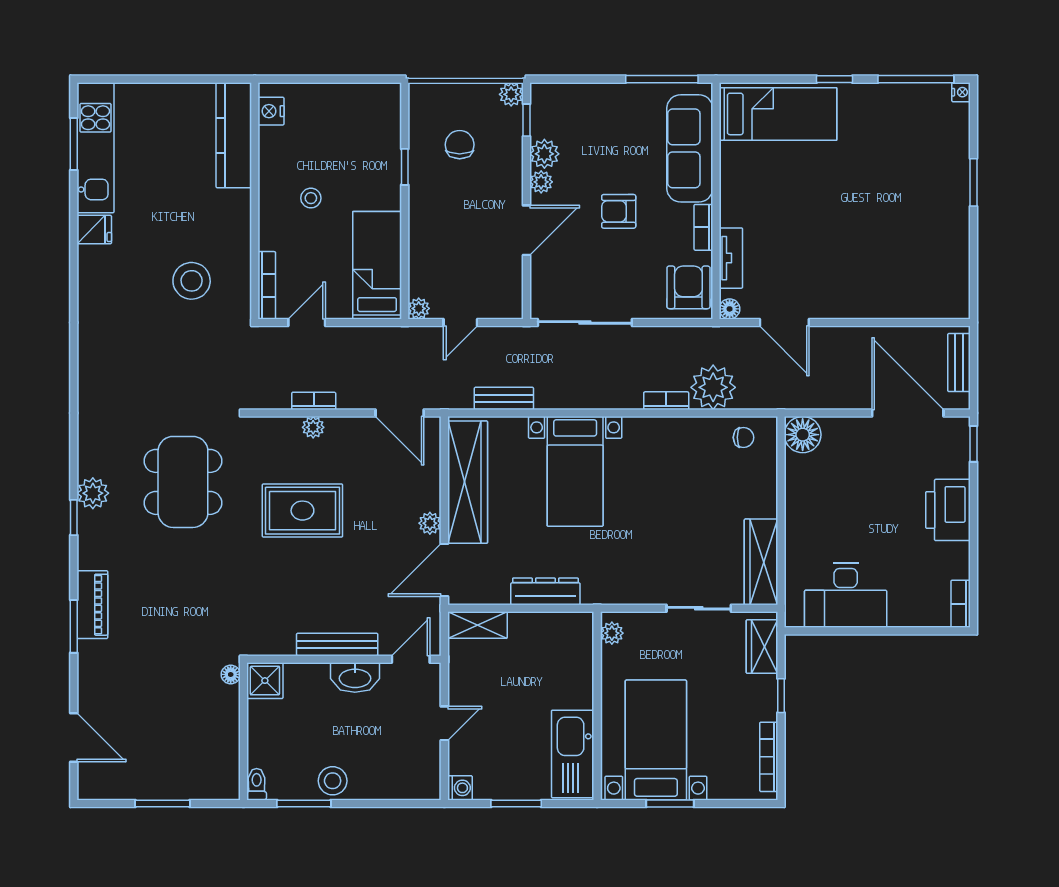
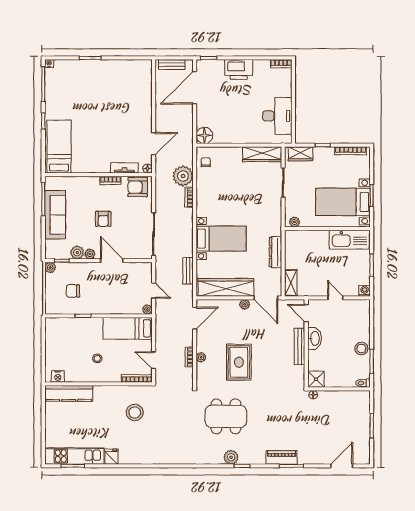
sofa: (690, 148) -> (55, 215), moved, turned -90

